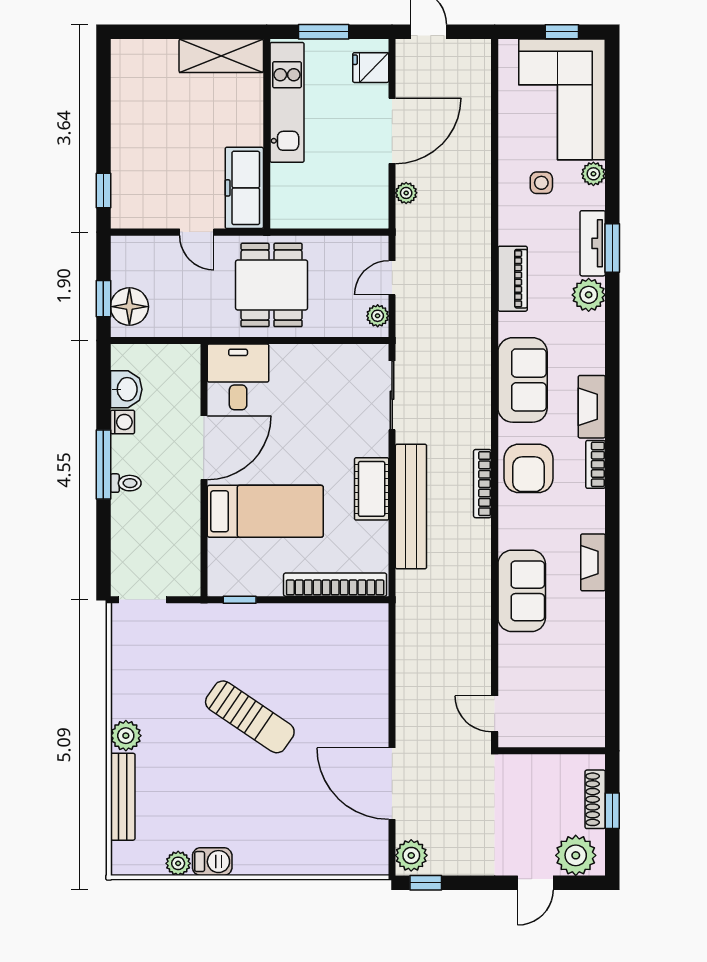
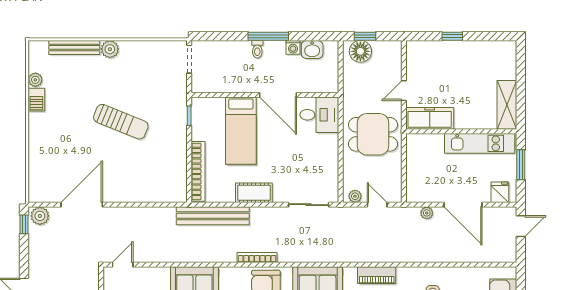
window: (103, 191) -> (452, 36), moved
bench: (411, 507) -> (213, 216), moved
sun lounger: (250, 717) -> (121, 122), turned -102

